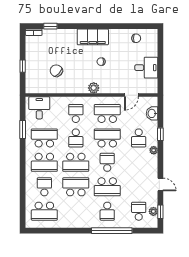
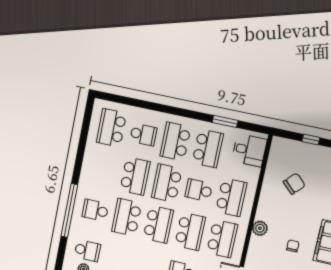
school desk: (76, 113) -> (231, 197), width x1.85
school desk: (107, 162) -> (158, 224), width x1.85

